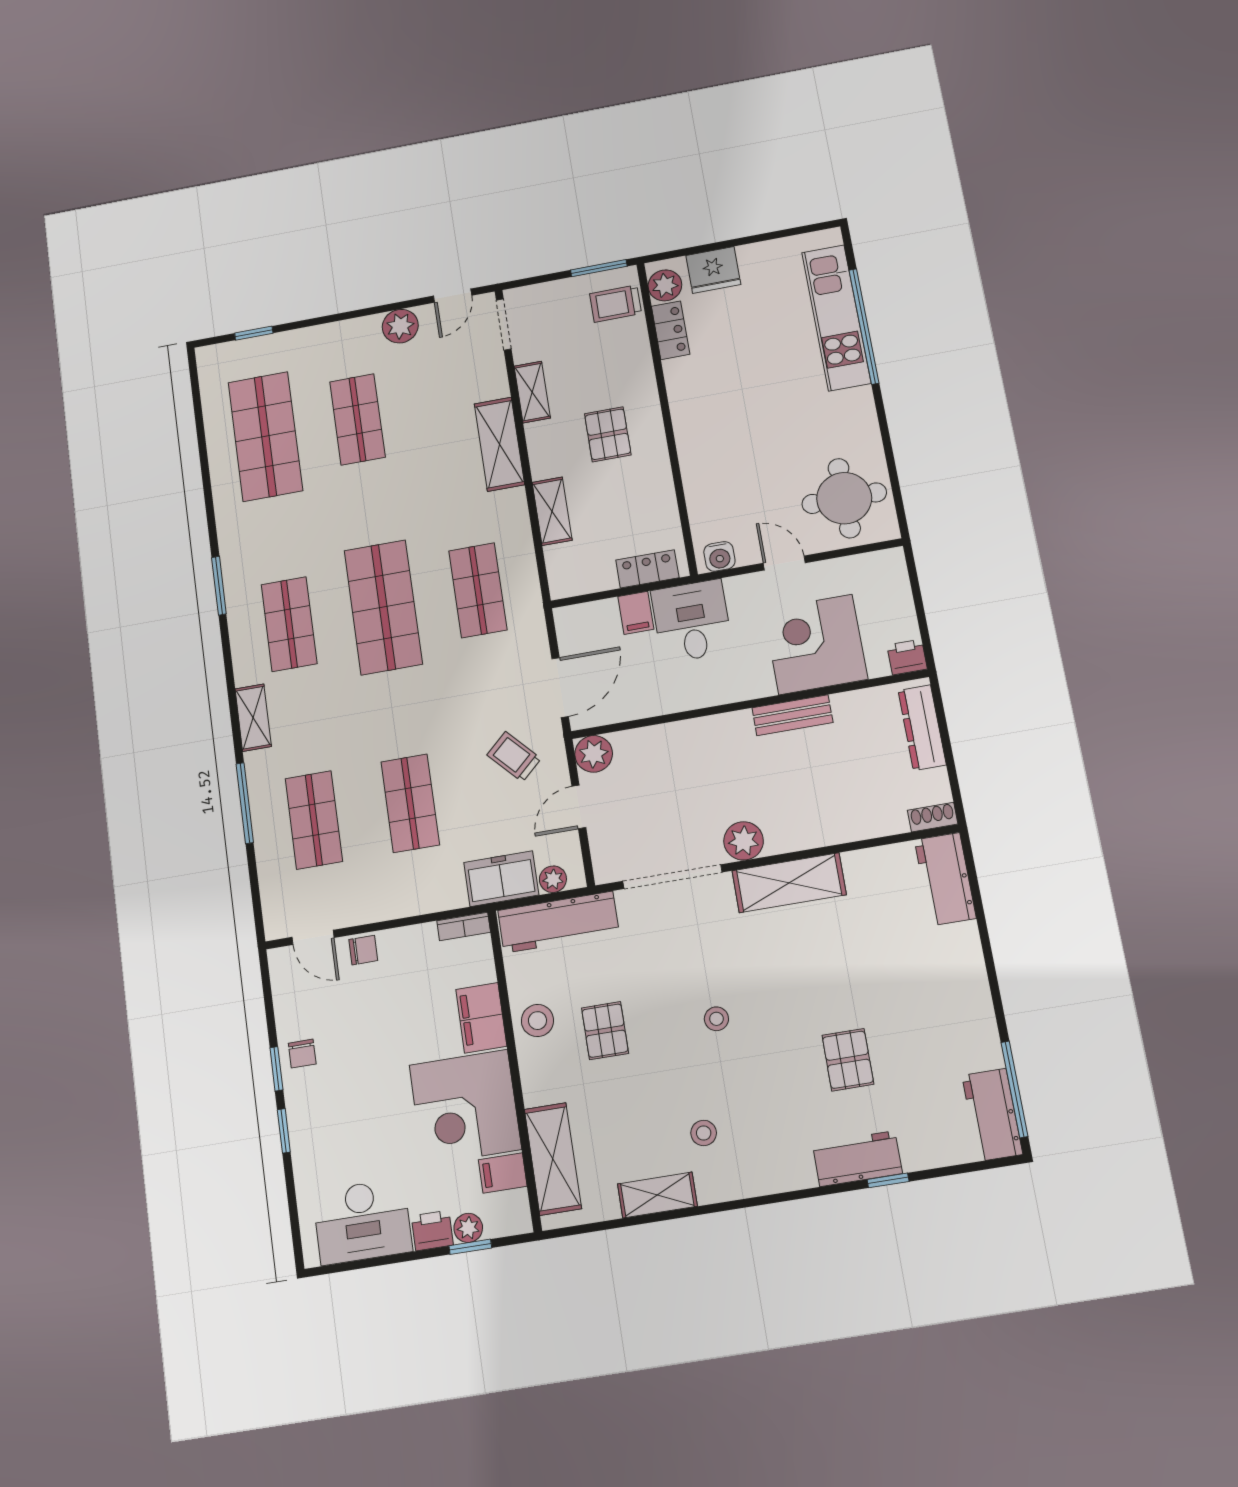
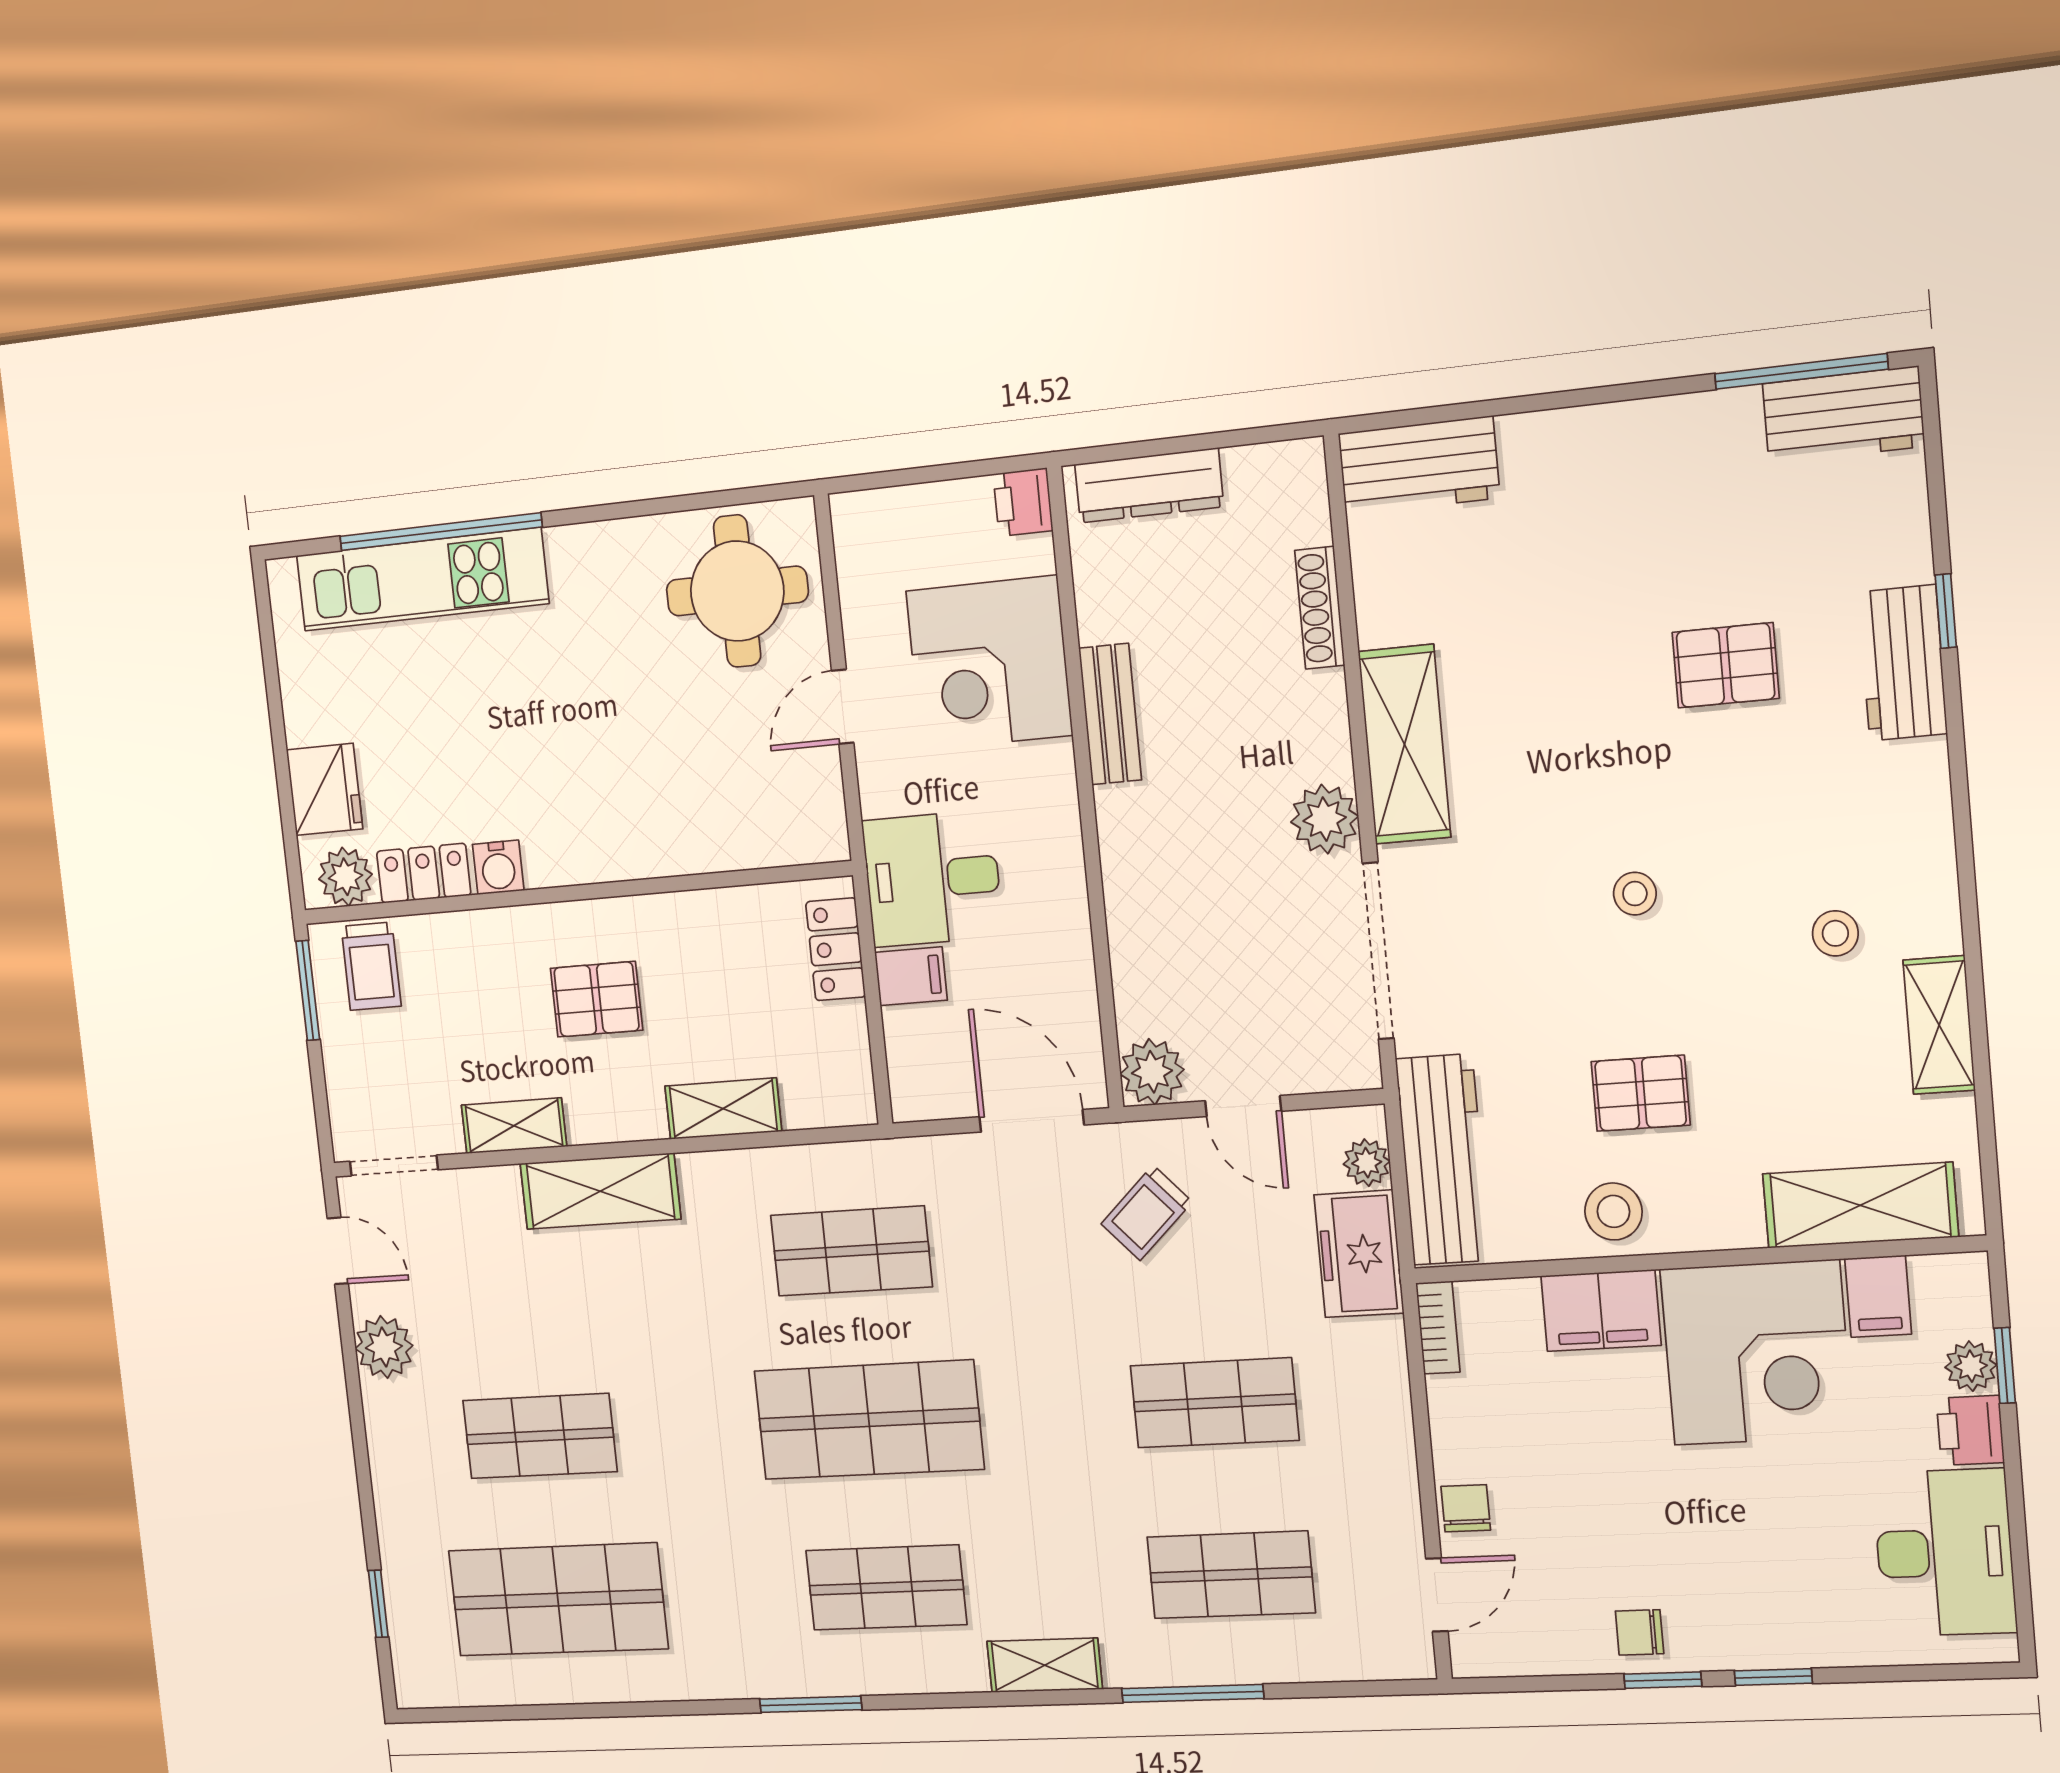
water cooler: (719, 556) -> (498, 867), moved, turned 90
shoe rack: (933, 817) -> (1320, 608), moved, width x1.43
chair: (302, 1054) -> (1640, 1632), turned 180

